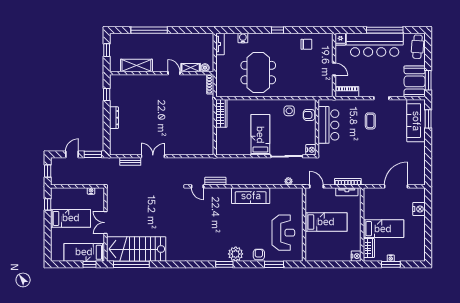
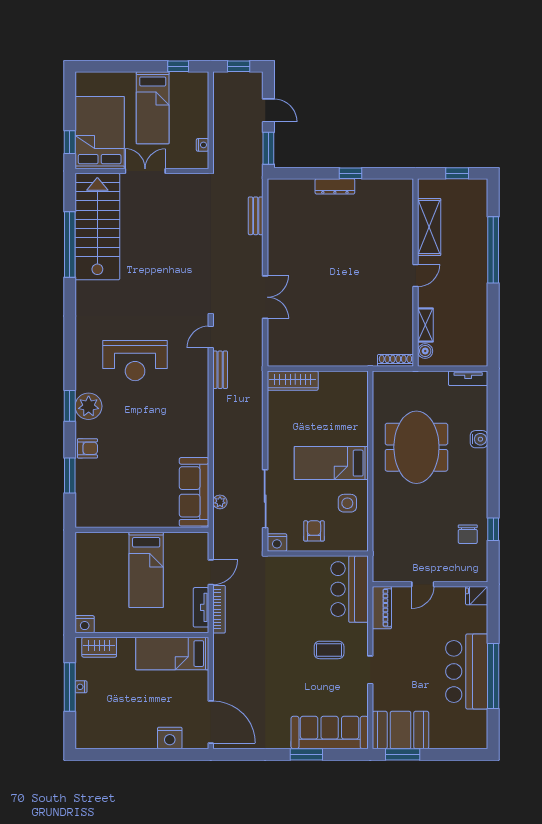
window: (277, 30) -> (493, 529), moved
water cooler: (243, 38) -> (479, 439), moved
bar counter: (375, 45) -> (467, 671), width x0.73
cafe table: (418, 47) -> (463, 735), removed
door: (174, 73) -> (416, 275), moved
meeting table: (258, 73) -> (416, 447), turned 90
window: (107, 95) -> (350, 173), moved
wardrobe: (221, 113) -> (293, 381), moved
armchair: (309, 115) -> (314, 531), moved
window: (428, 119) -> (306, 754), moved
bar counter: (328, 125) -> (350, 589), moved, turned 90
bed: (260, 135) -> (331, 463), moved, turned 180
double door: (153, 156) -> (265, 297), moved
door: (317, 186) -> (211, 572), moved
door: (396, 186) -> (211, 722), moved
sofa: (251, 196) -> (194, 492), moved
bed: (383, 229) -> (172, 654), moved, turned 90
reception desk: (283, 233) -> (135, 361), moved
bed: (84, 252) -> (100, 133), width x1.50
window: (131, 264) -> (70, 245), moved
window: (224, 264) -> (70, 406), moved
window: (391, 264) -> (70, 687), width x1.44

